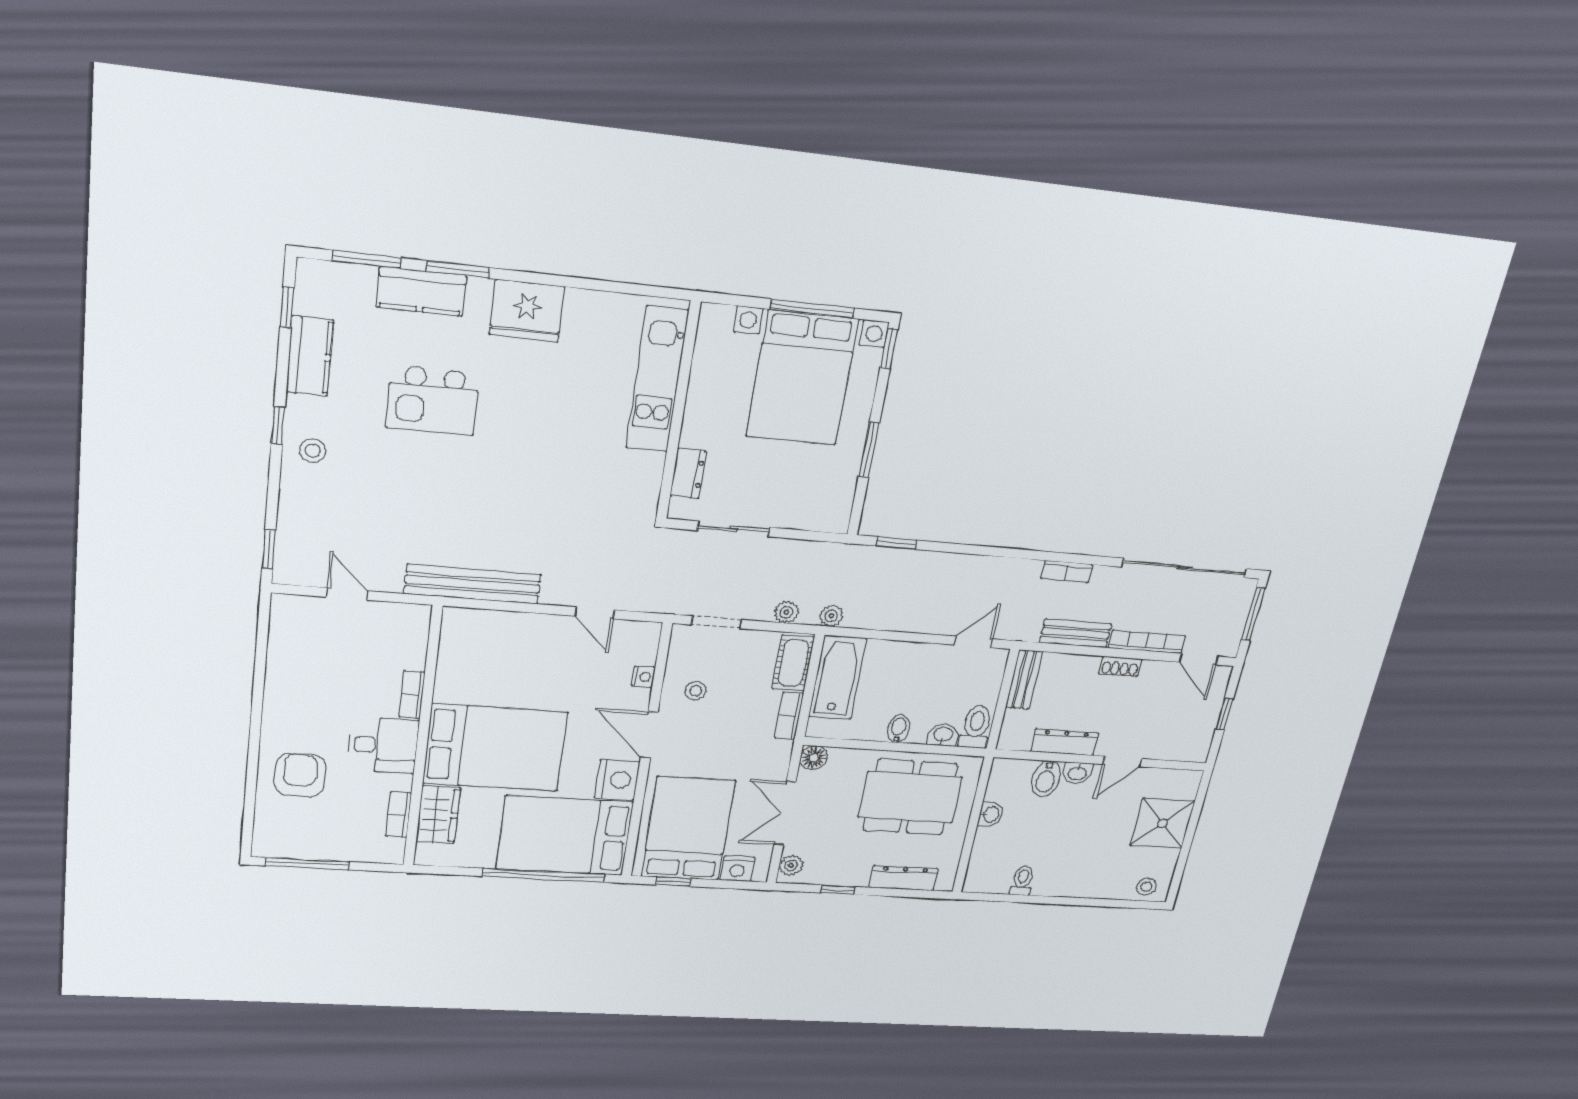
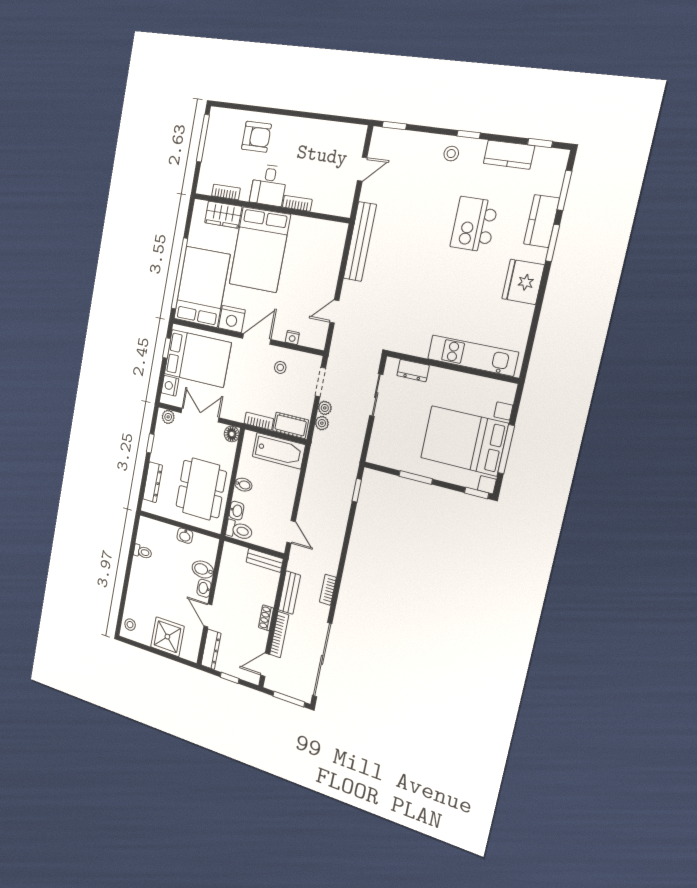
plant: (831, 616) -> (325, 408), moved
dresser: (1065, 742) -> (211, 649), moved

